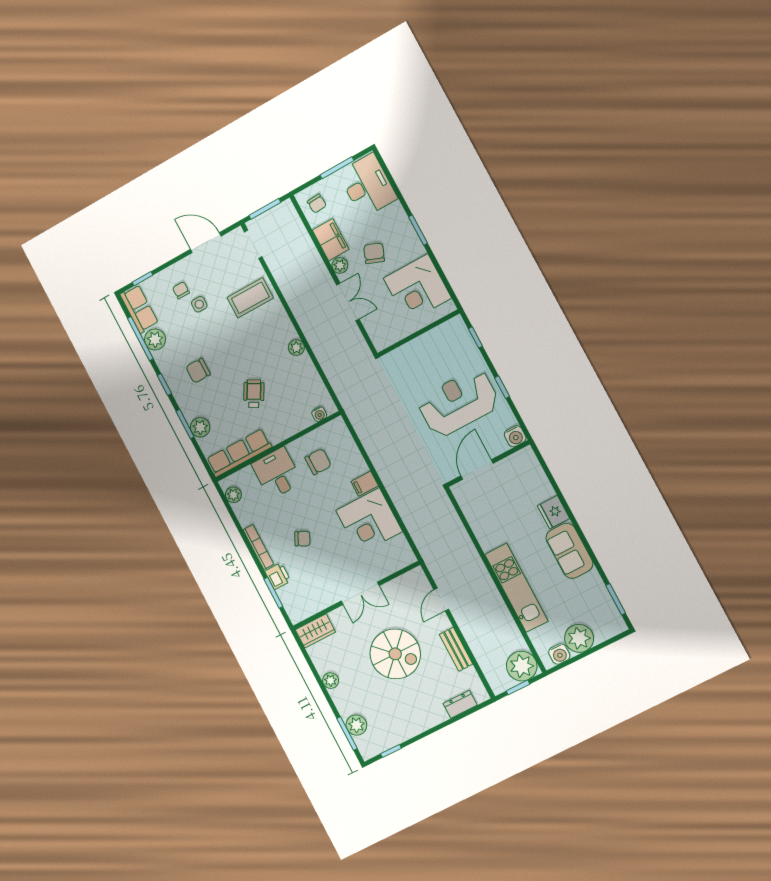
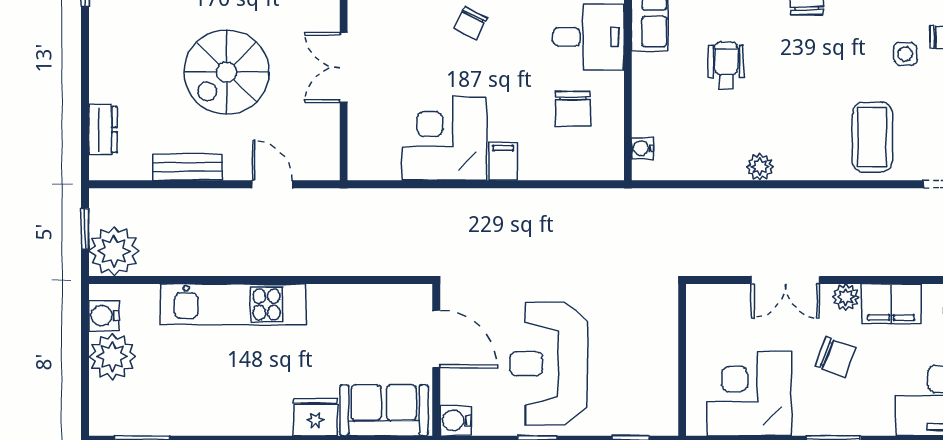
wheelchair: (254, 394) -> (726, 65), turned -119
reception desk: (458, 403) -> (549, 364), turned 180
sofa: (569, 551) -> (384, 410), moved

